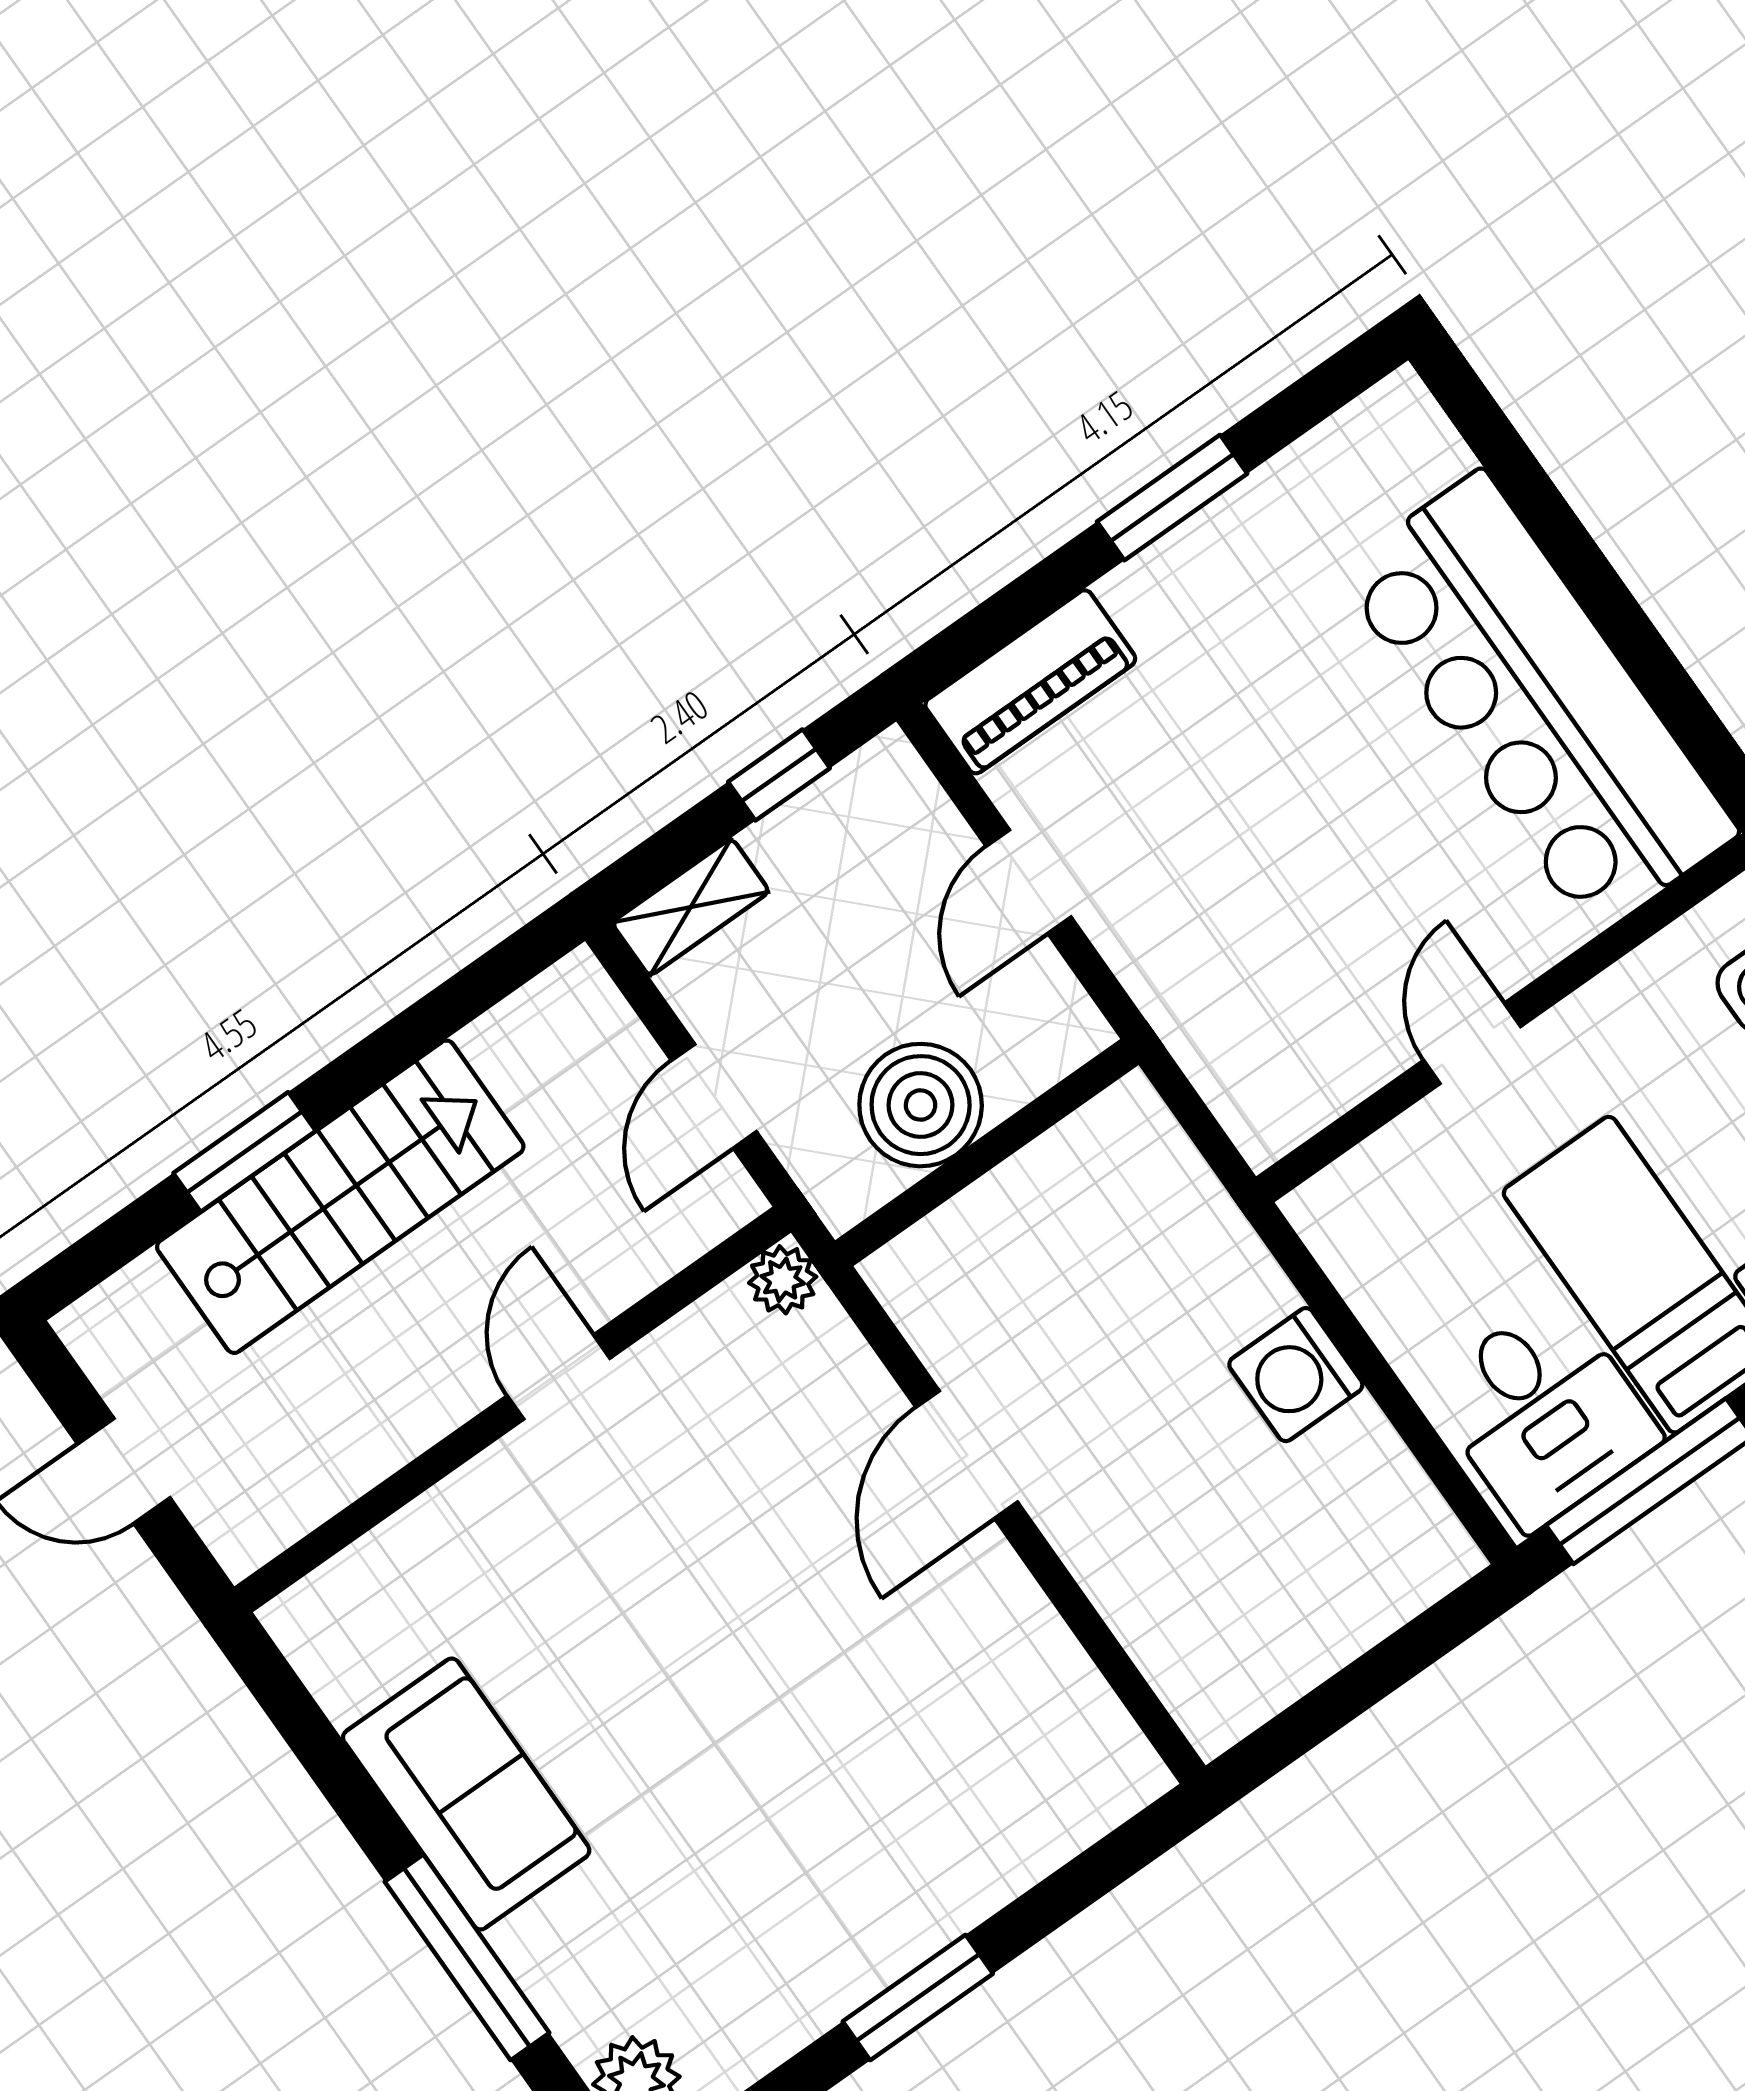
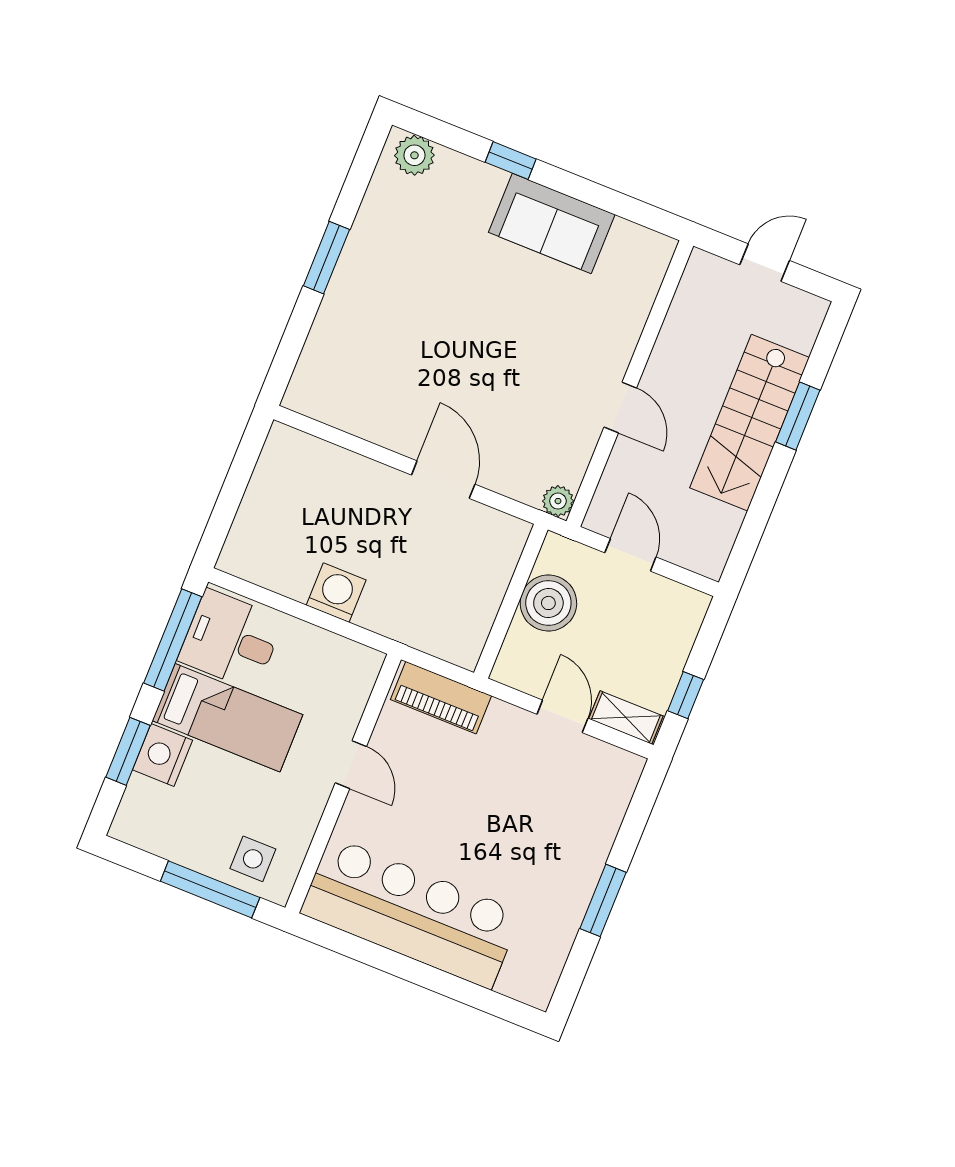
piano: (1030, 682) -> (441, 698), moved, turned -90
shelving: (691, 907) -> (626, 717), moved, turned 90
window: (467, 1957) -> (511, 161), width x0.46

